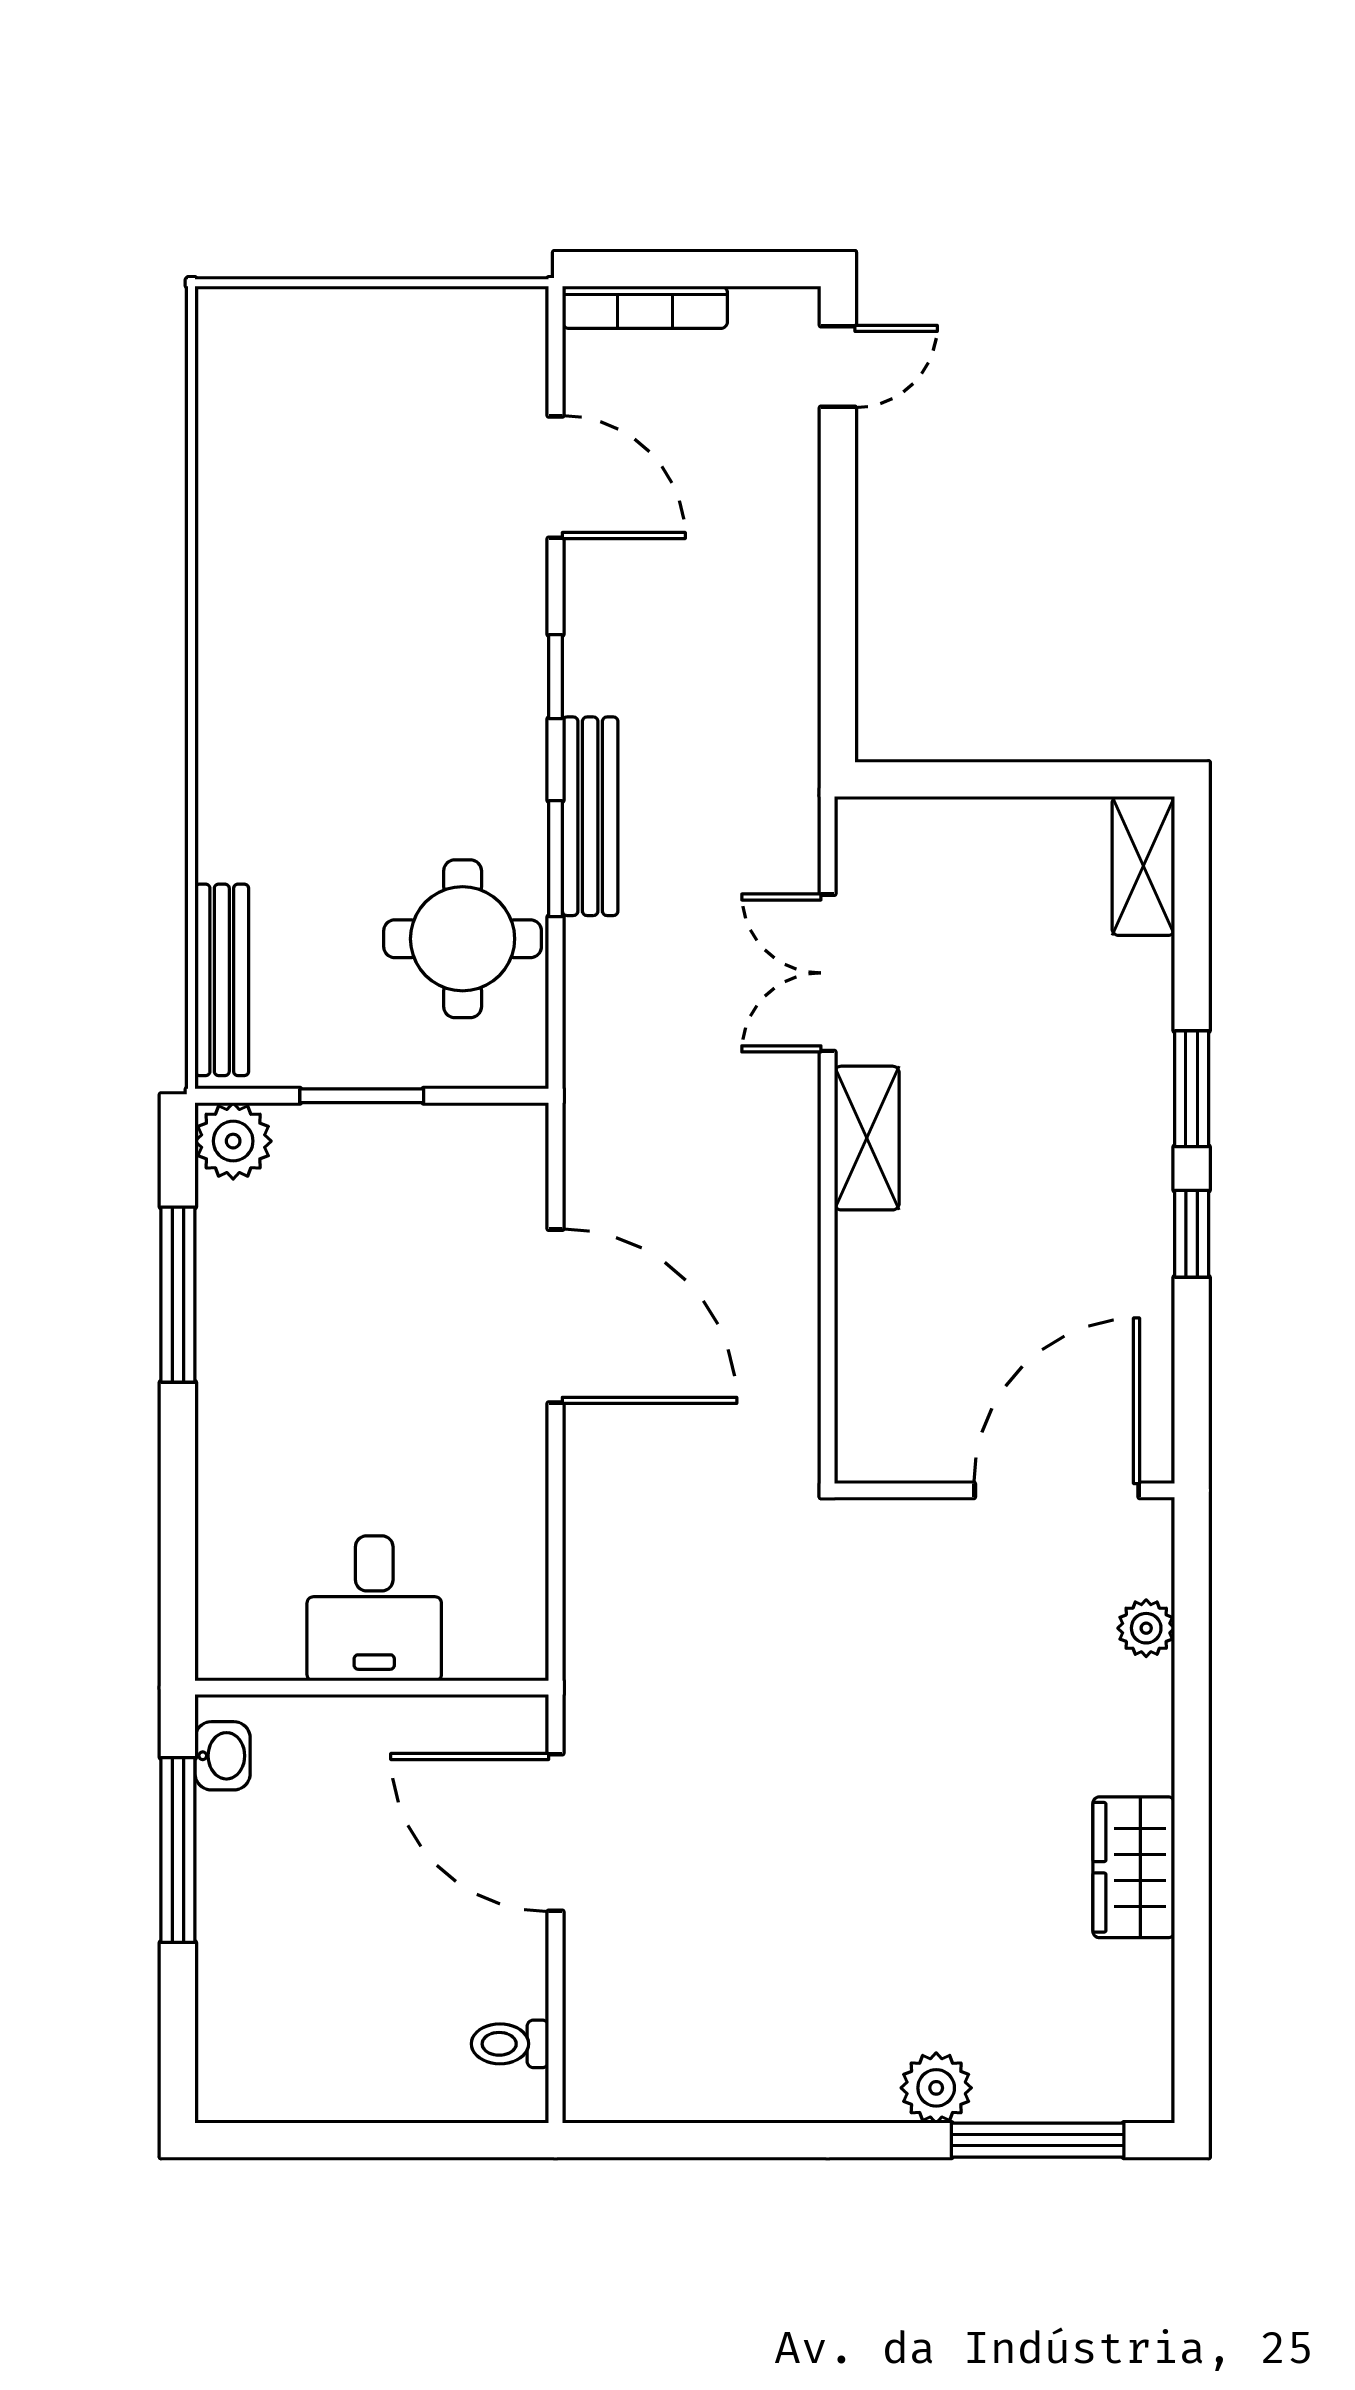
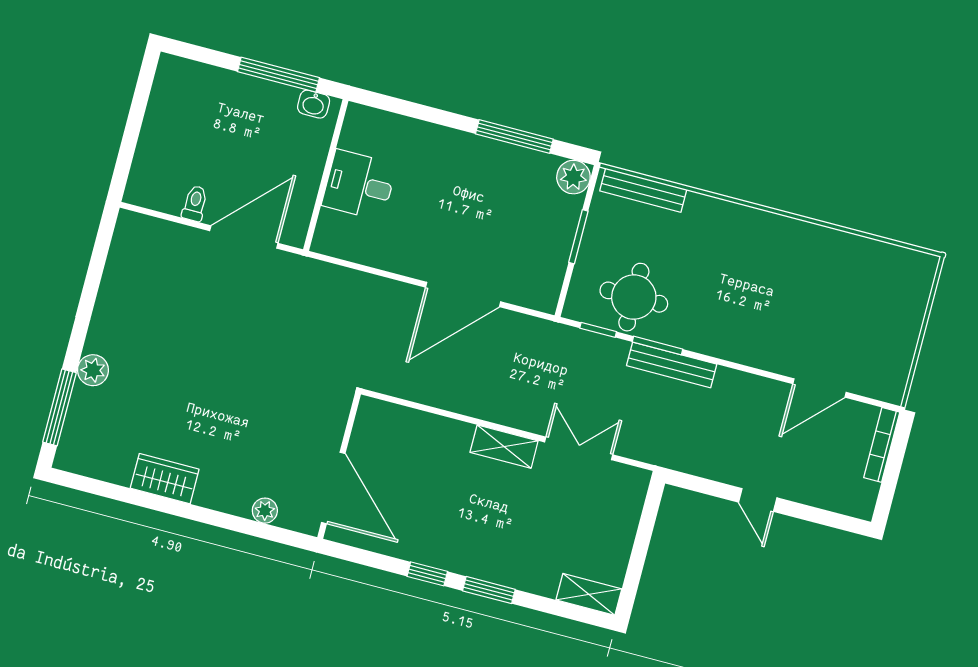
door: (838, 366) -> (758, 500), moved
window: (556, 677) -> (598, 330), moved
toilet: (510, 2044) -> (195, 203), moved

